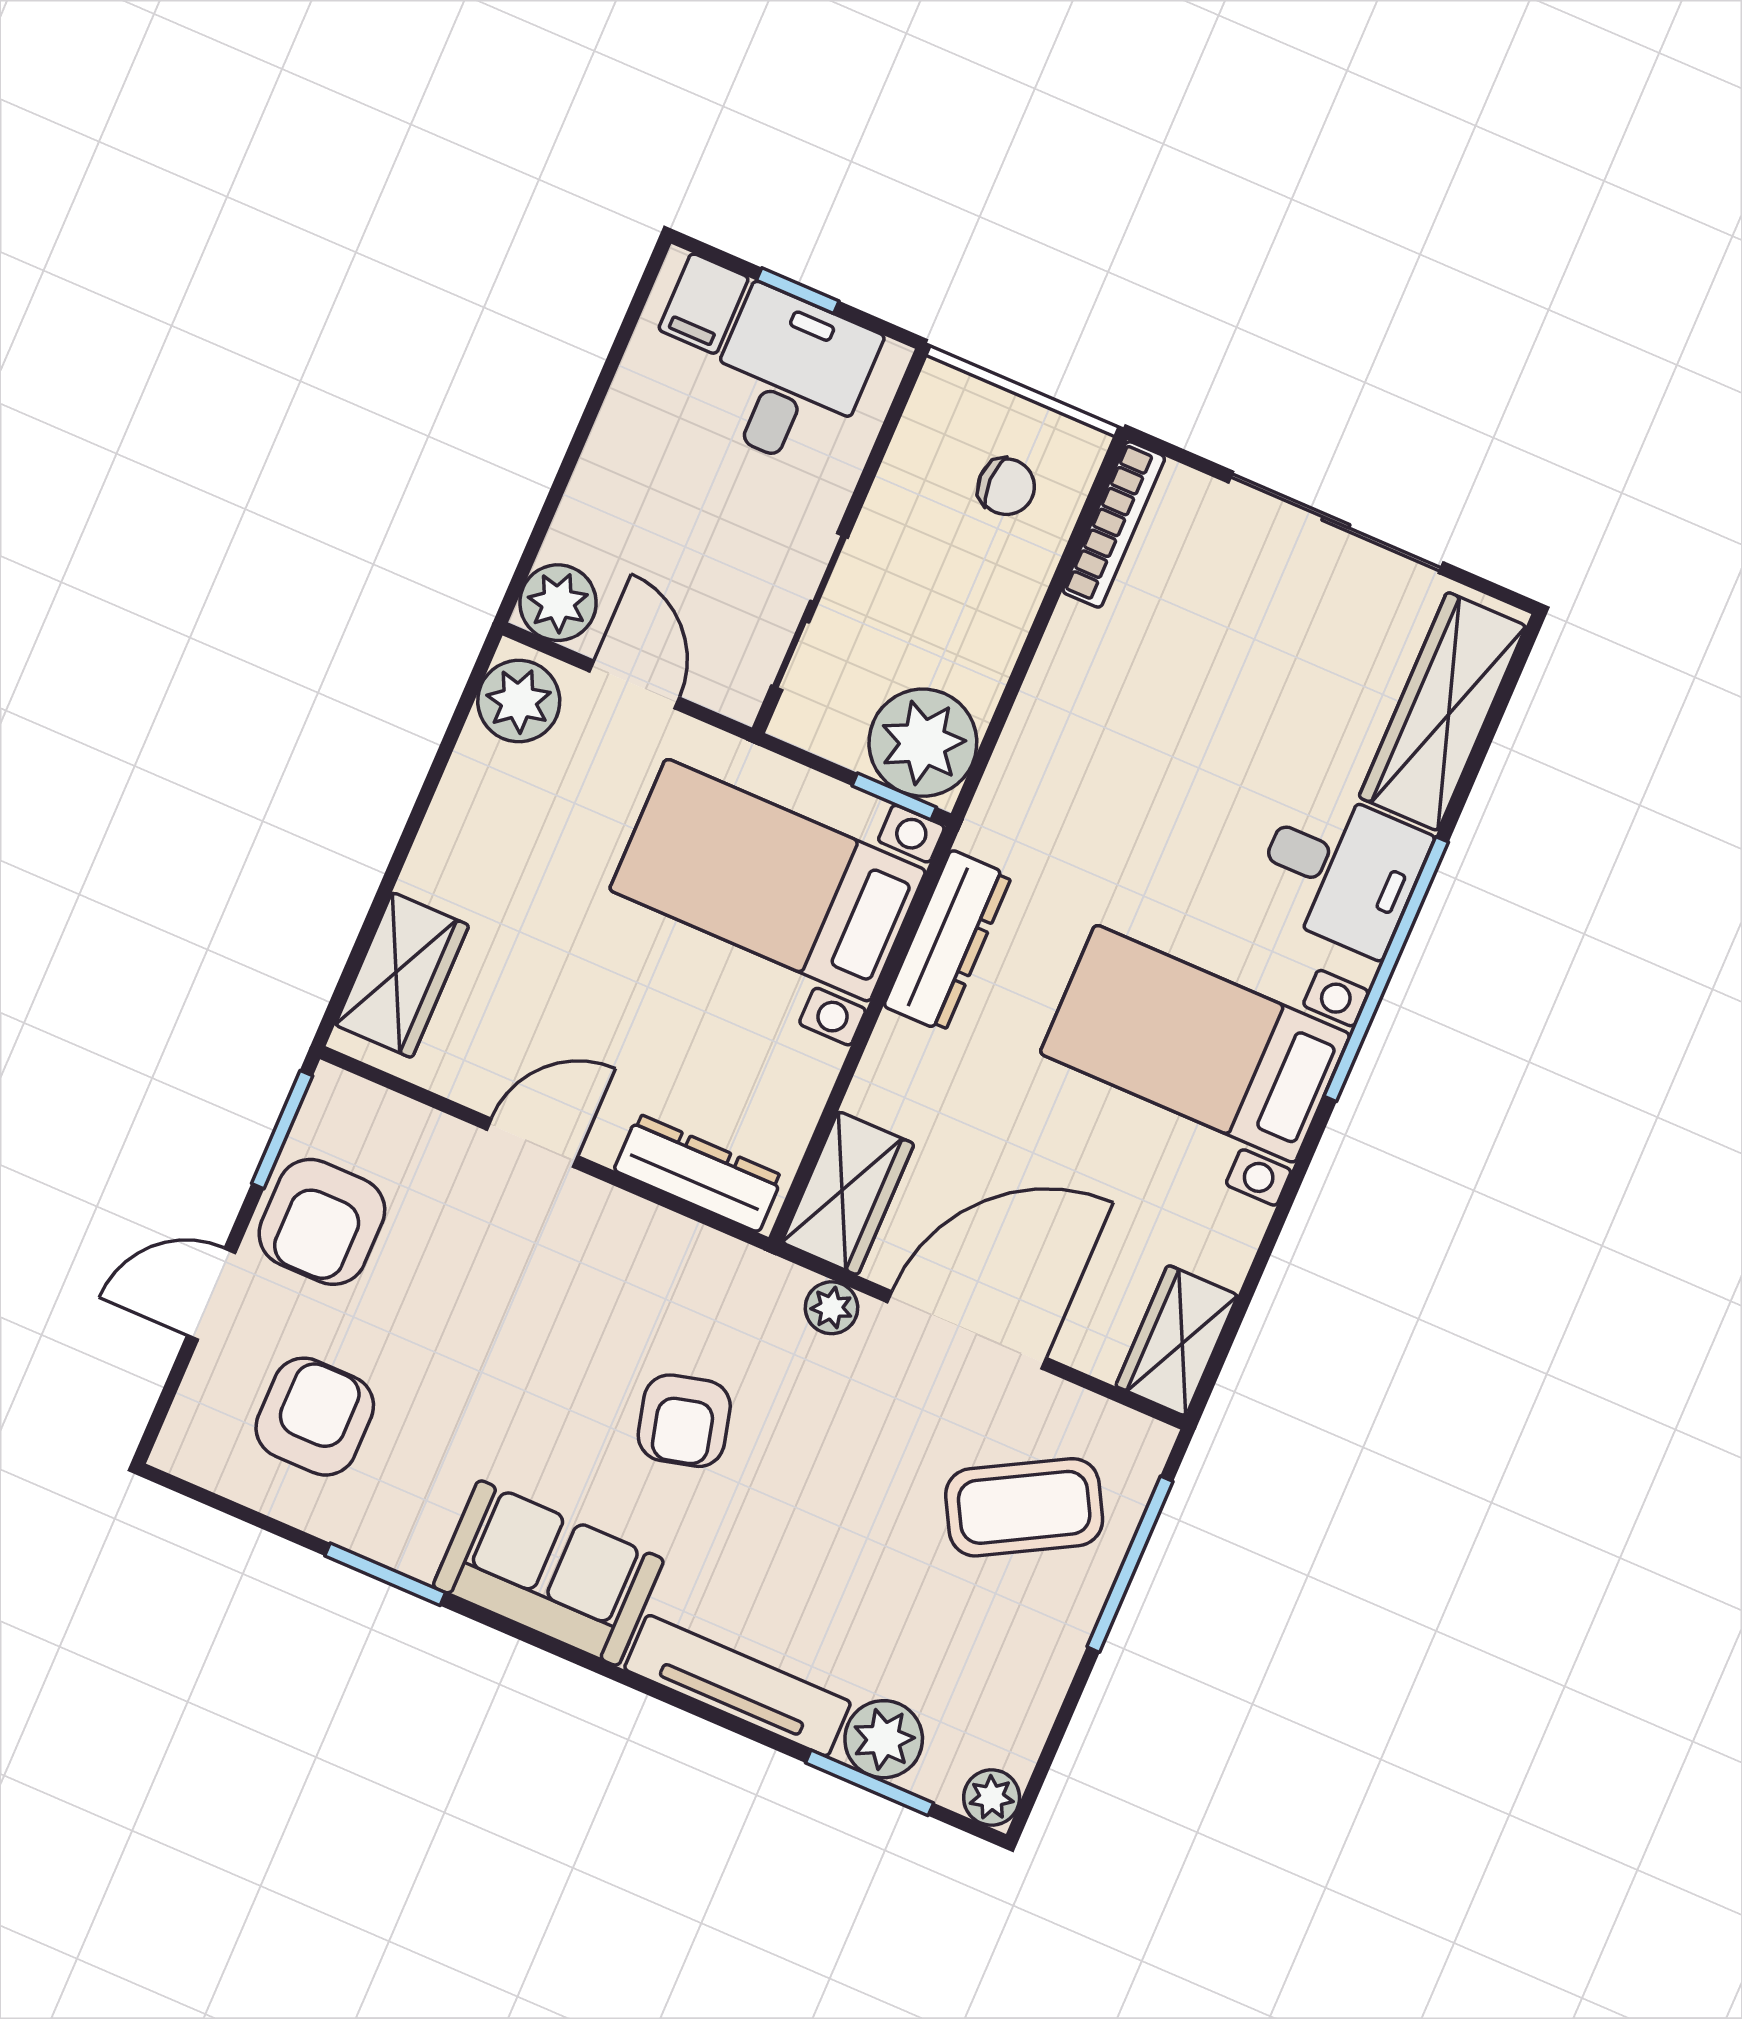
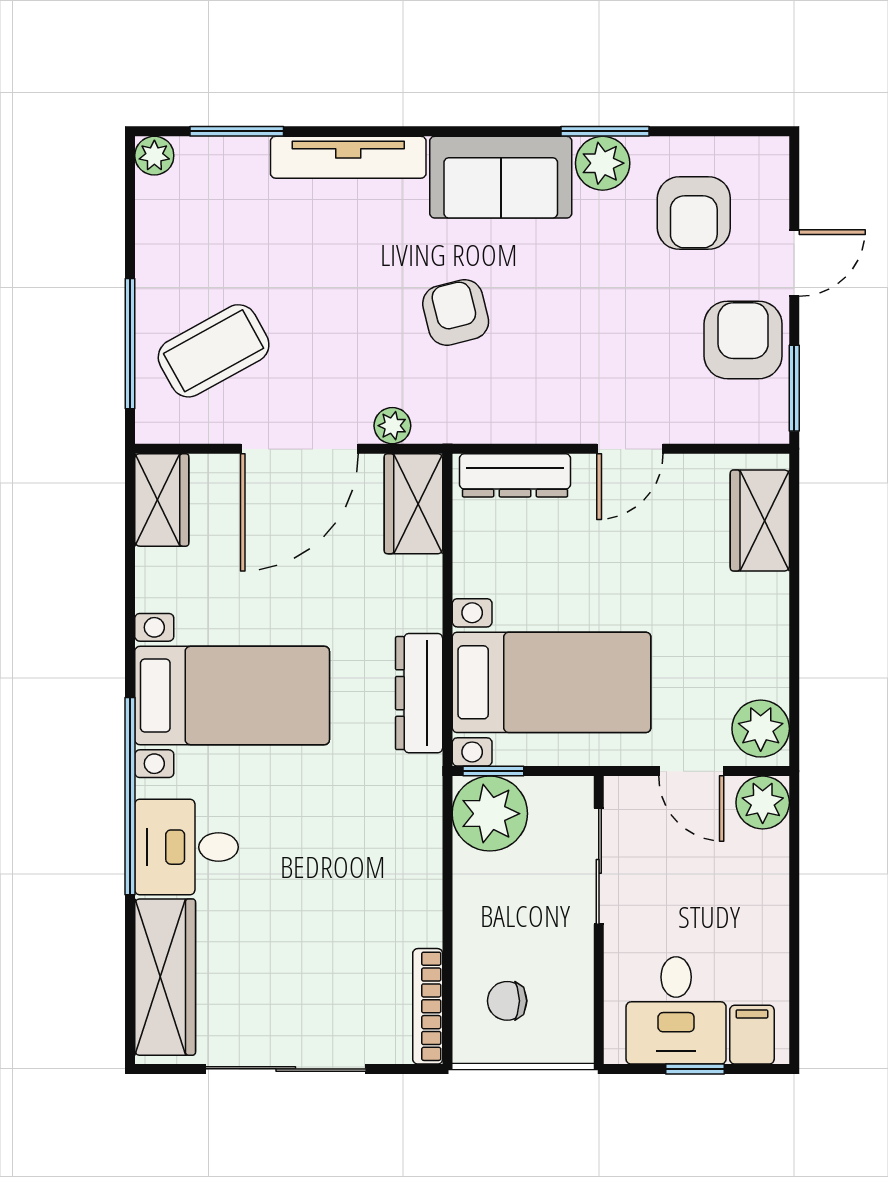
plant: (884, 1739) -> (603, 163), moved

